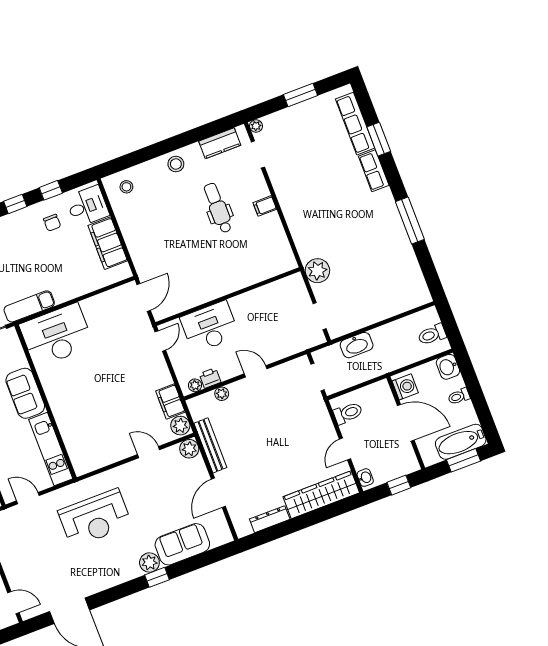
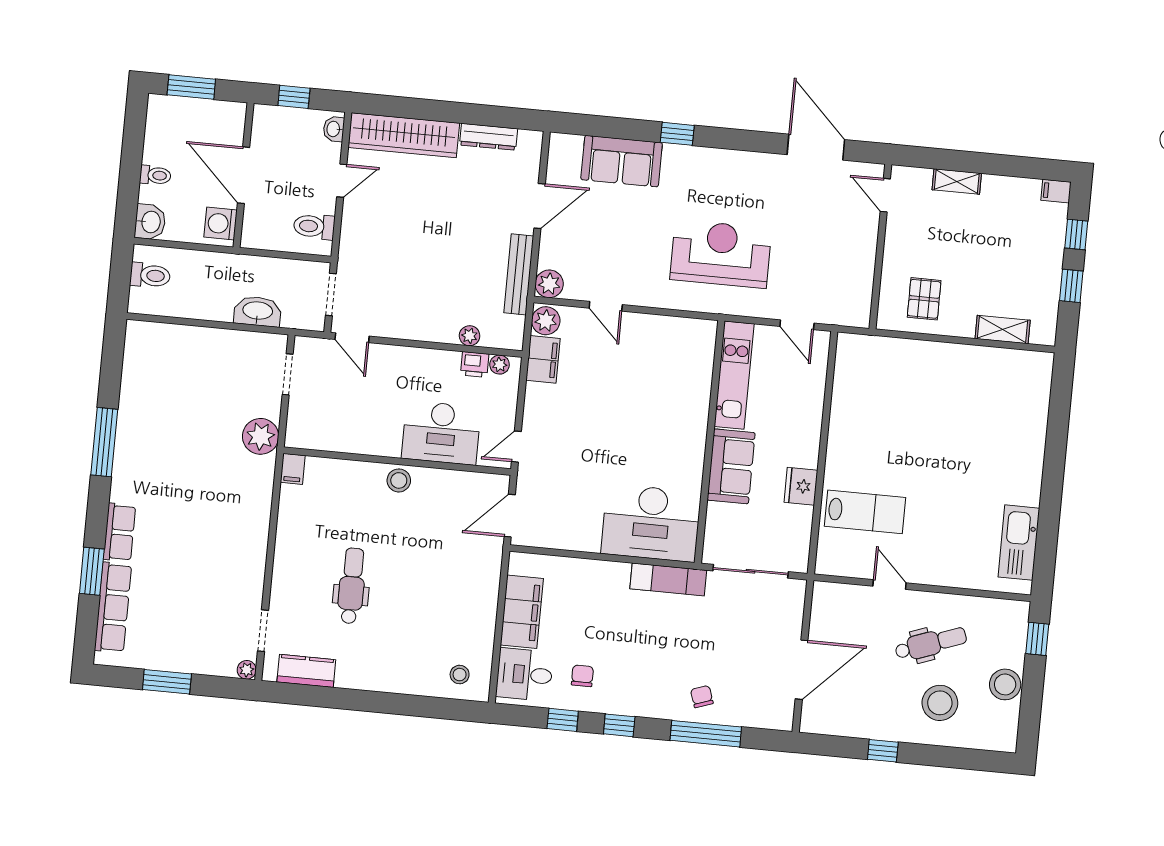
stool: (176, 164) -> (399, 480), moved
filing cabinet: (265, 206) -> (293, 469), moved, turned 90
dental chair: (218, 208) -> (352, 586), turned 180
door: (256, 371) -> (352, 338), moved
bathtub: (461, 442) -> (183, 114), removed
plant: (149, 563) -> (677, 159), removed

